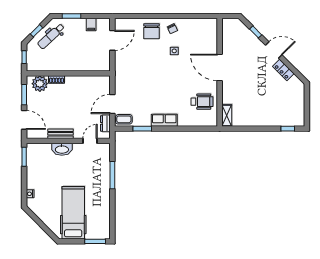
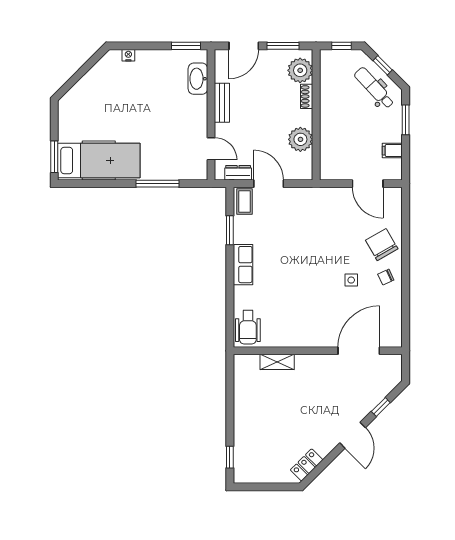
chair: (151, 31) -> (382, 245), turned 60
door: (220, 67) -> (359, 351), moved
locker: (283, 70) -> (307, 465), moved
plant: (84, 83) -> (300, 139), added
wheelchair: (202, 102) -> (248, 327), moved
shelving: (227, 115) -> (277, 362), moved
washbasin: (62, 149) -> (198, 79), moved
hospital bed: (73, 213) -> (99, 161), moved

